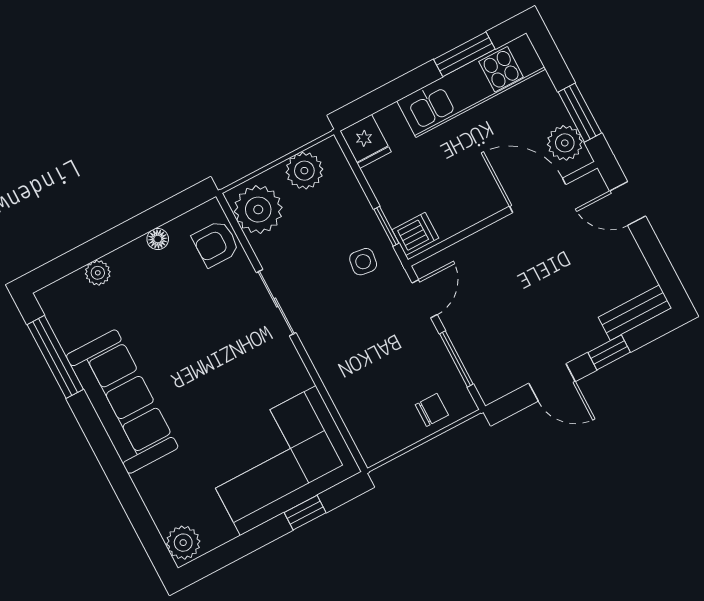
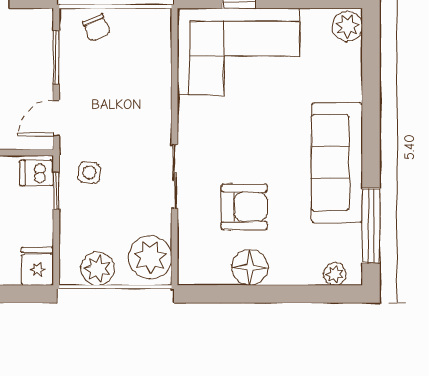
floor lamp: (158, 239) -> (250, 267), width x1.89, depth x1.89
armchair: (216, 244) -> (244, 207), moved, width x1.38, depth x1.38
plant: (98, 273) -> (335, 274), moved
chair: (432, 410) -> (97, 28), turned -114

